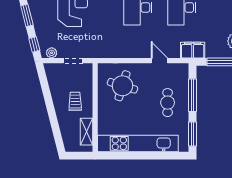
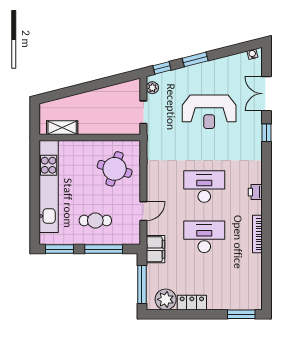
trolley: (75, 101) -> (97, 115), removed

